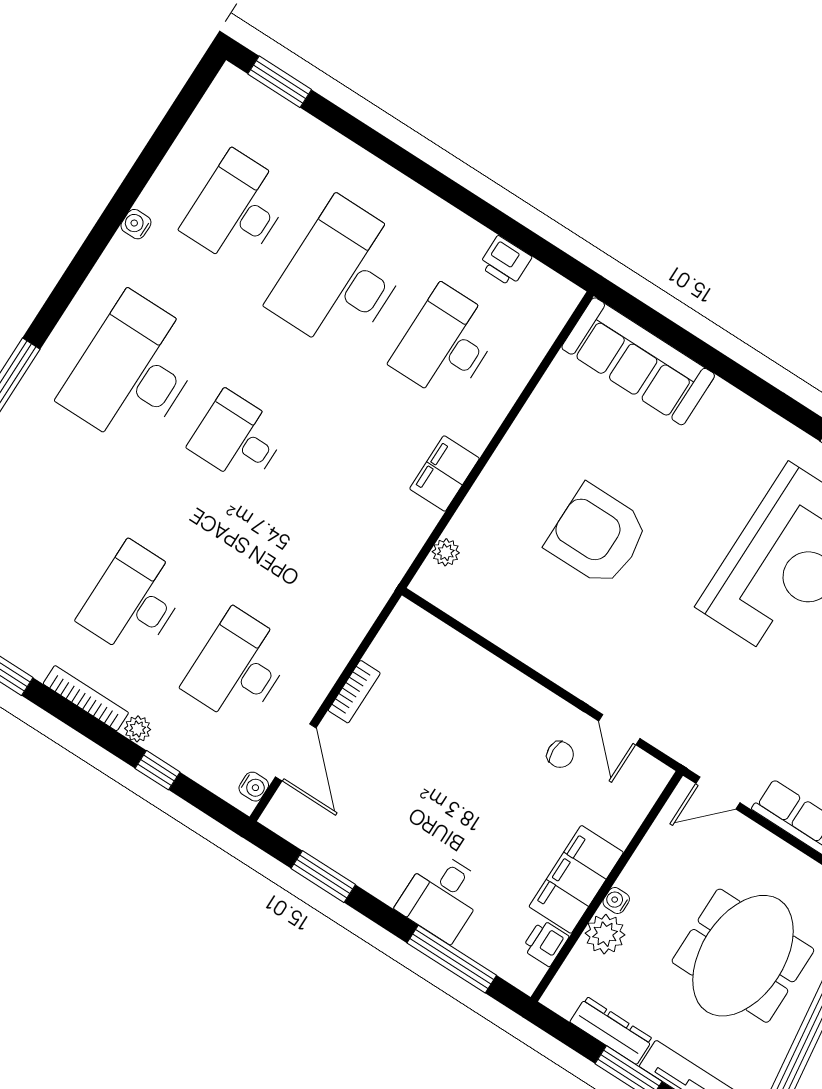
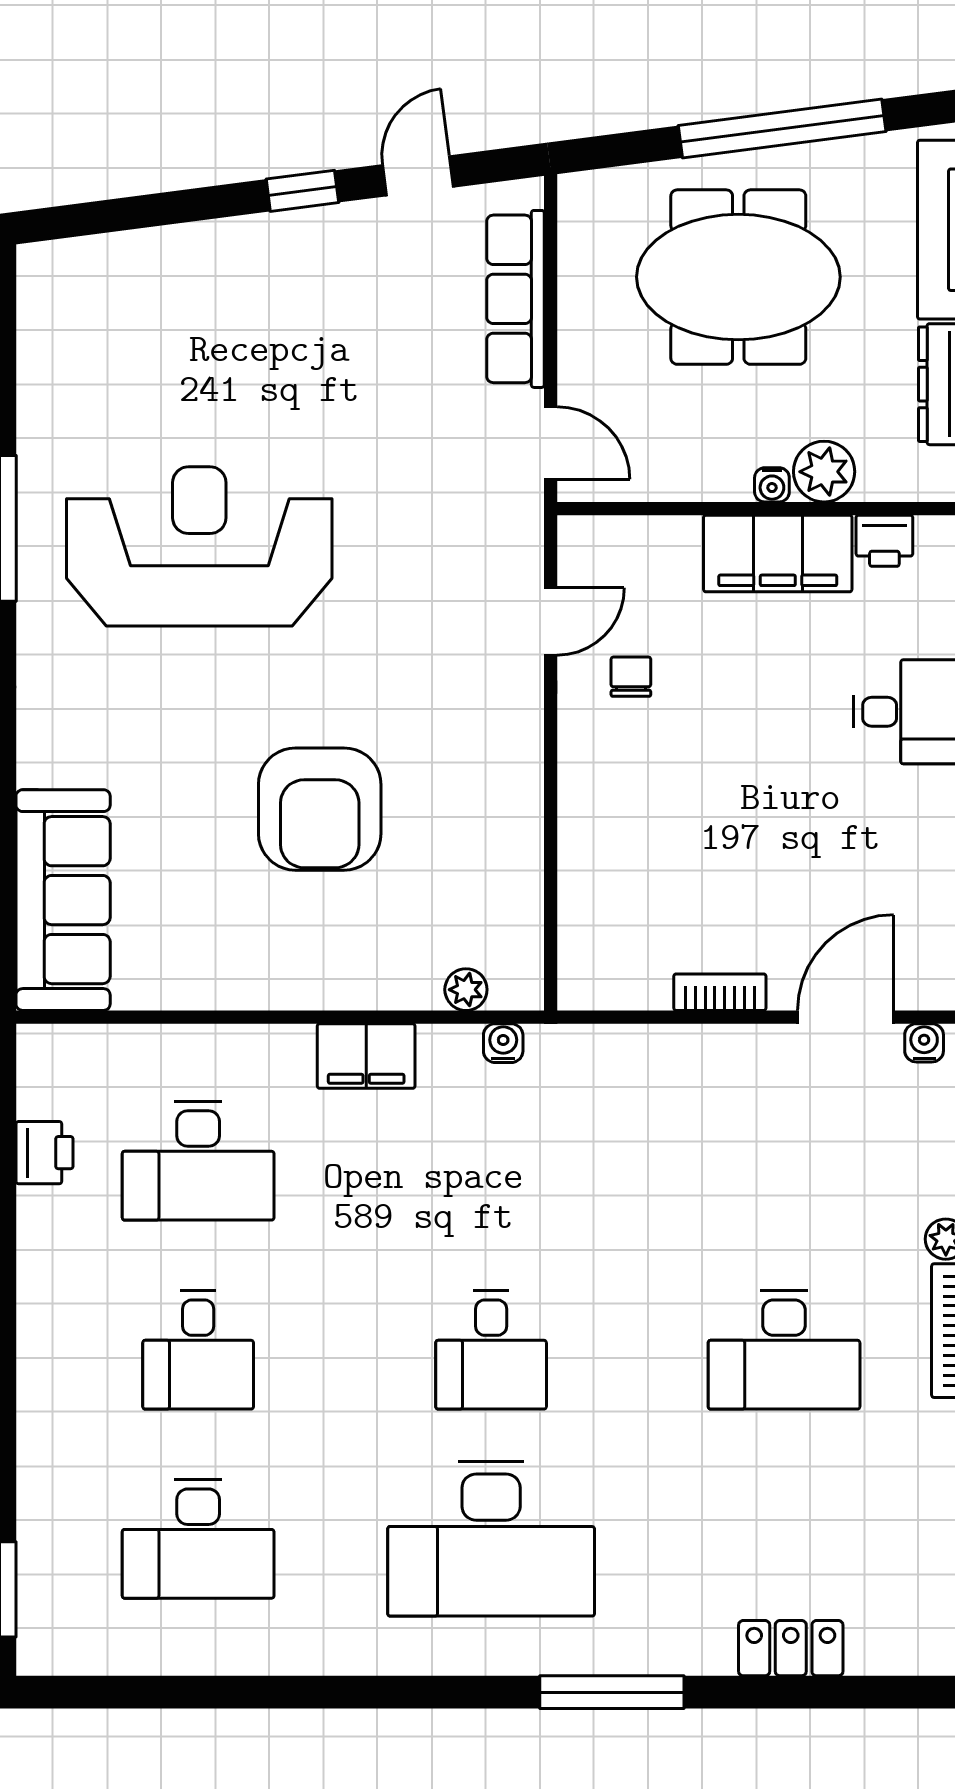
water cooler: (136, 224) -> (503, 1043), moved, turned 180
desk: (342, 276) -> (198, 1350), width x0.53, depth x0.77
desk: (238, 667) -> (784, 1161), removed

